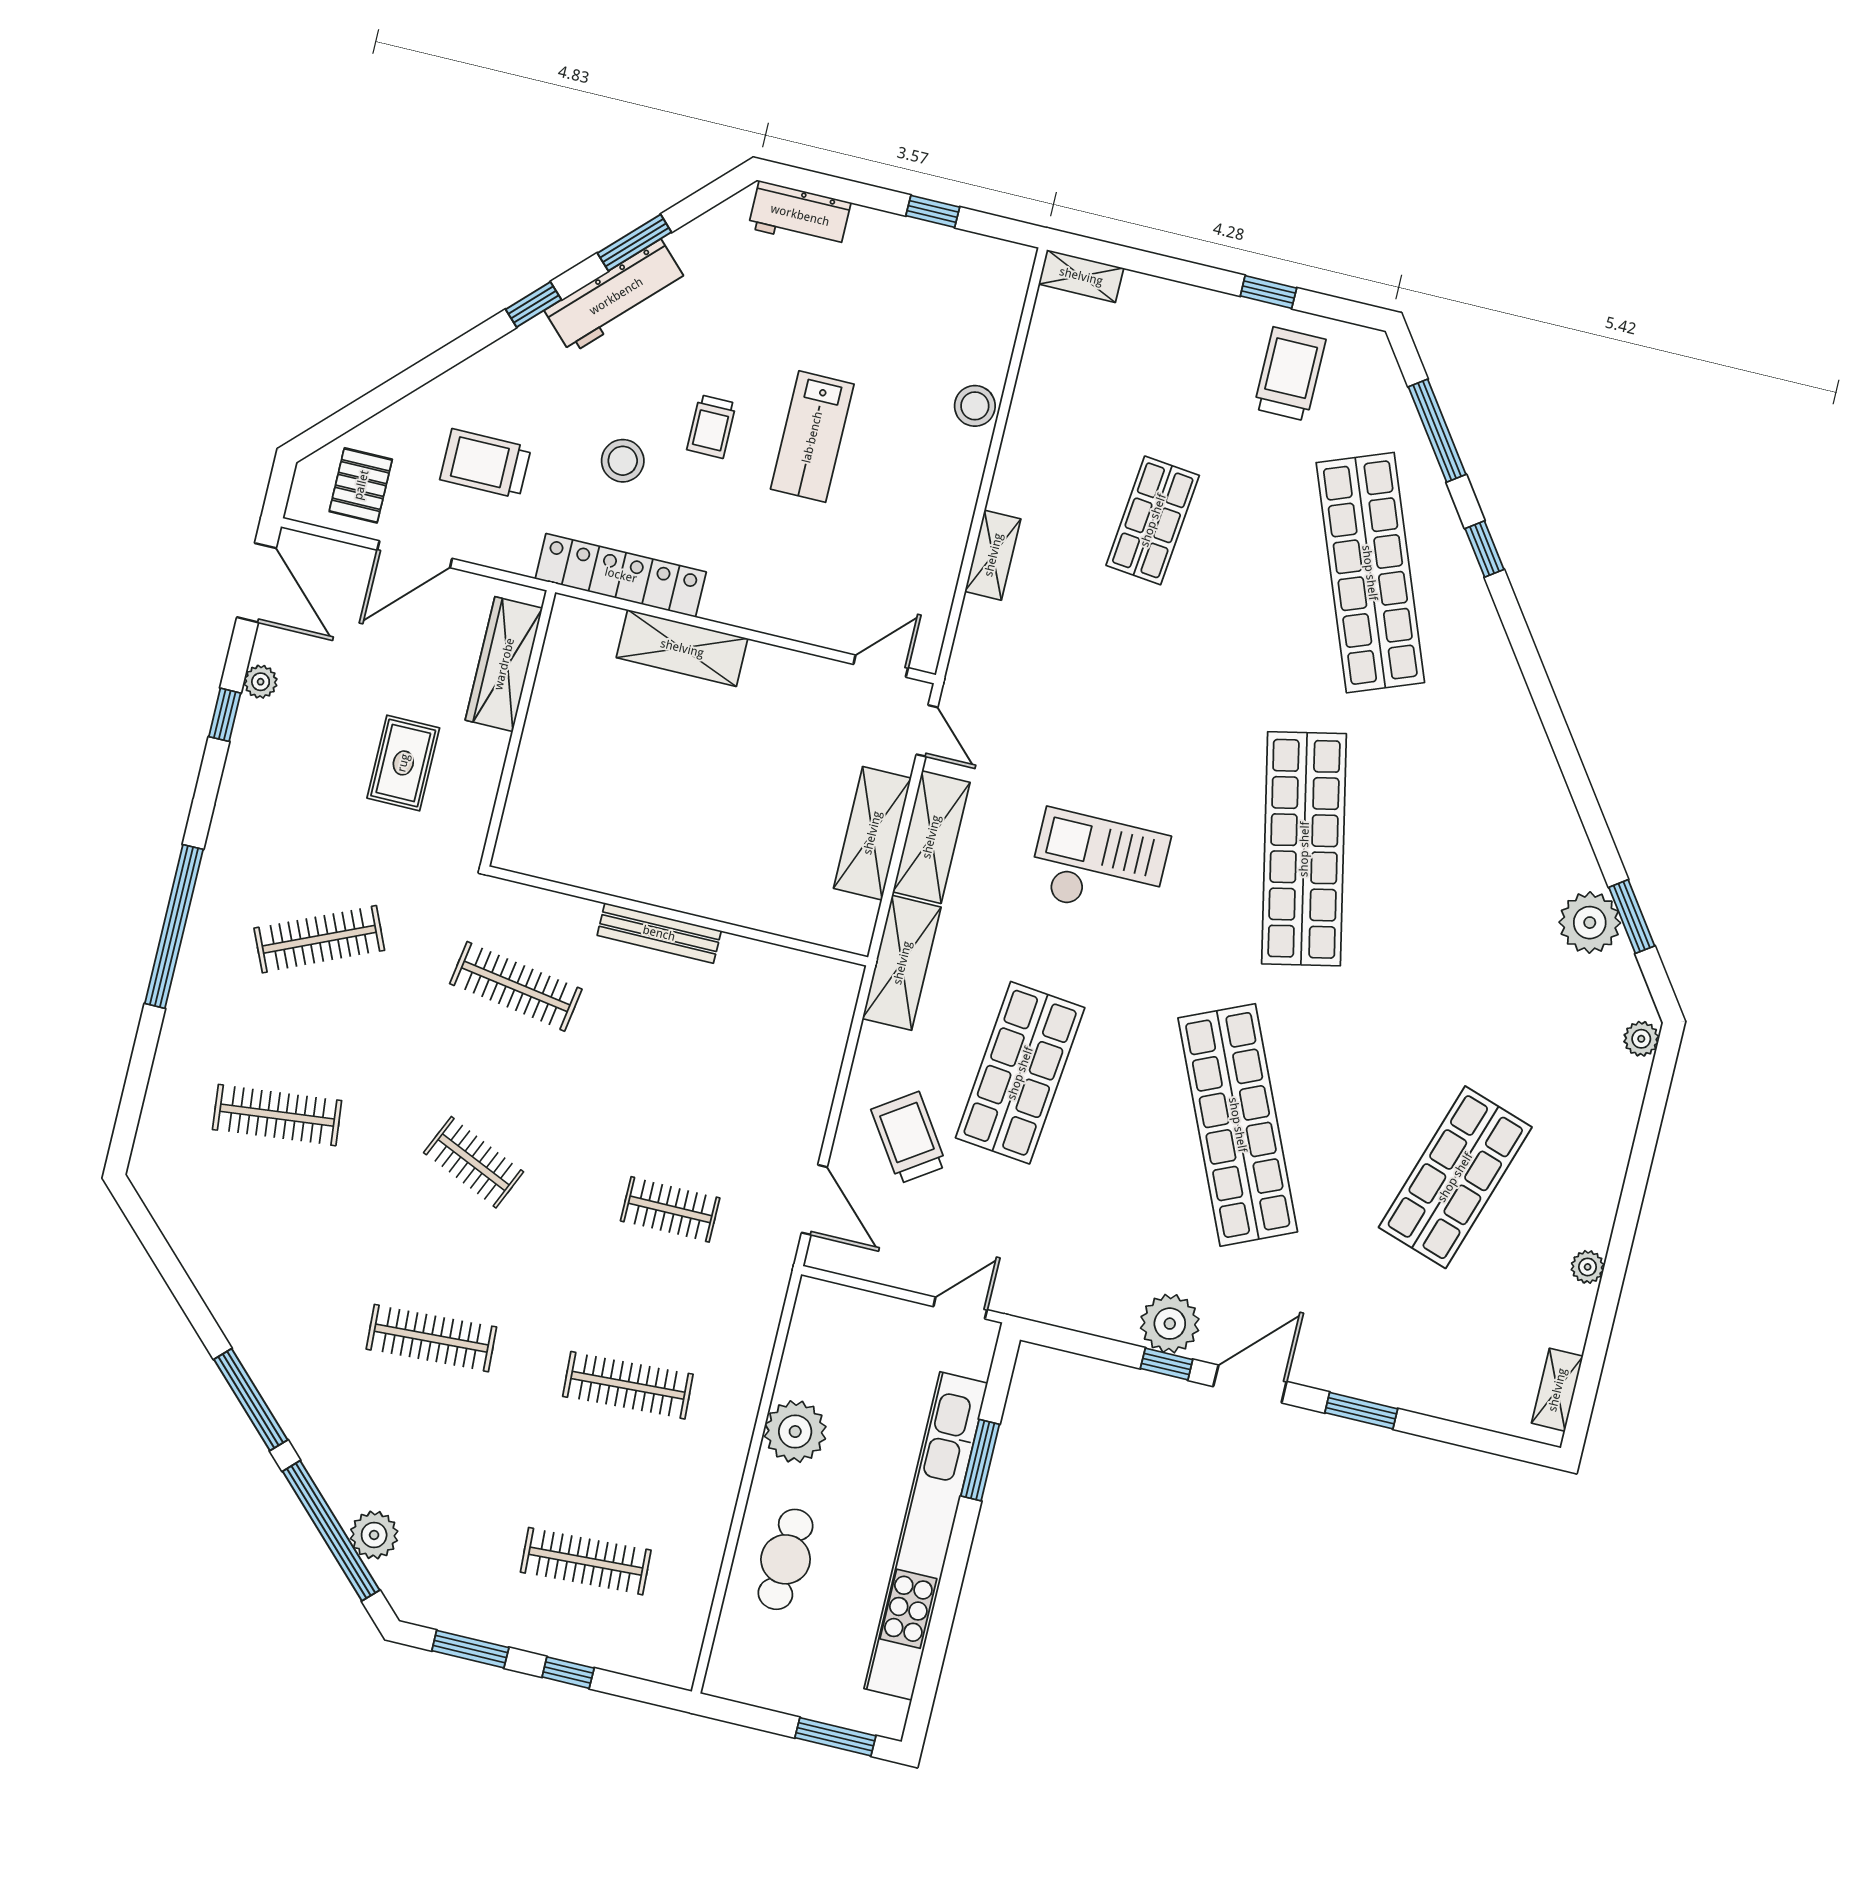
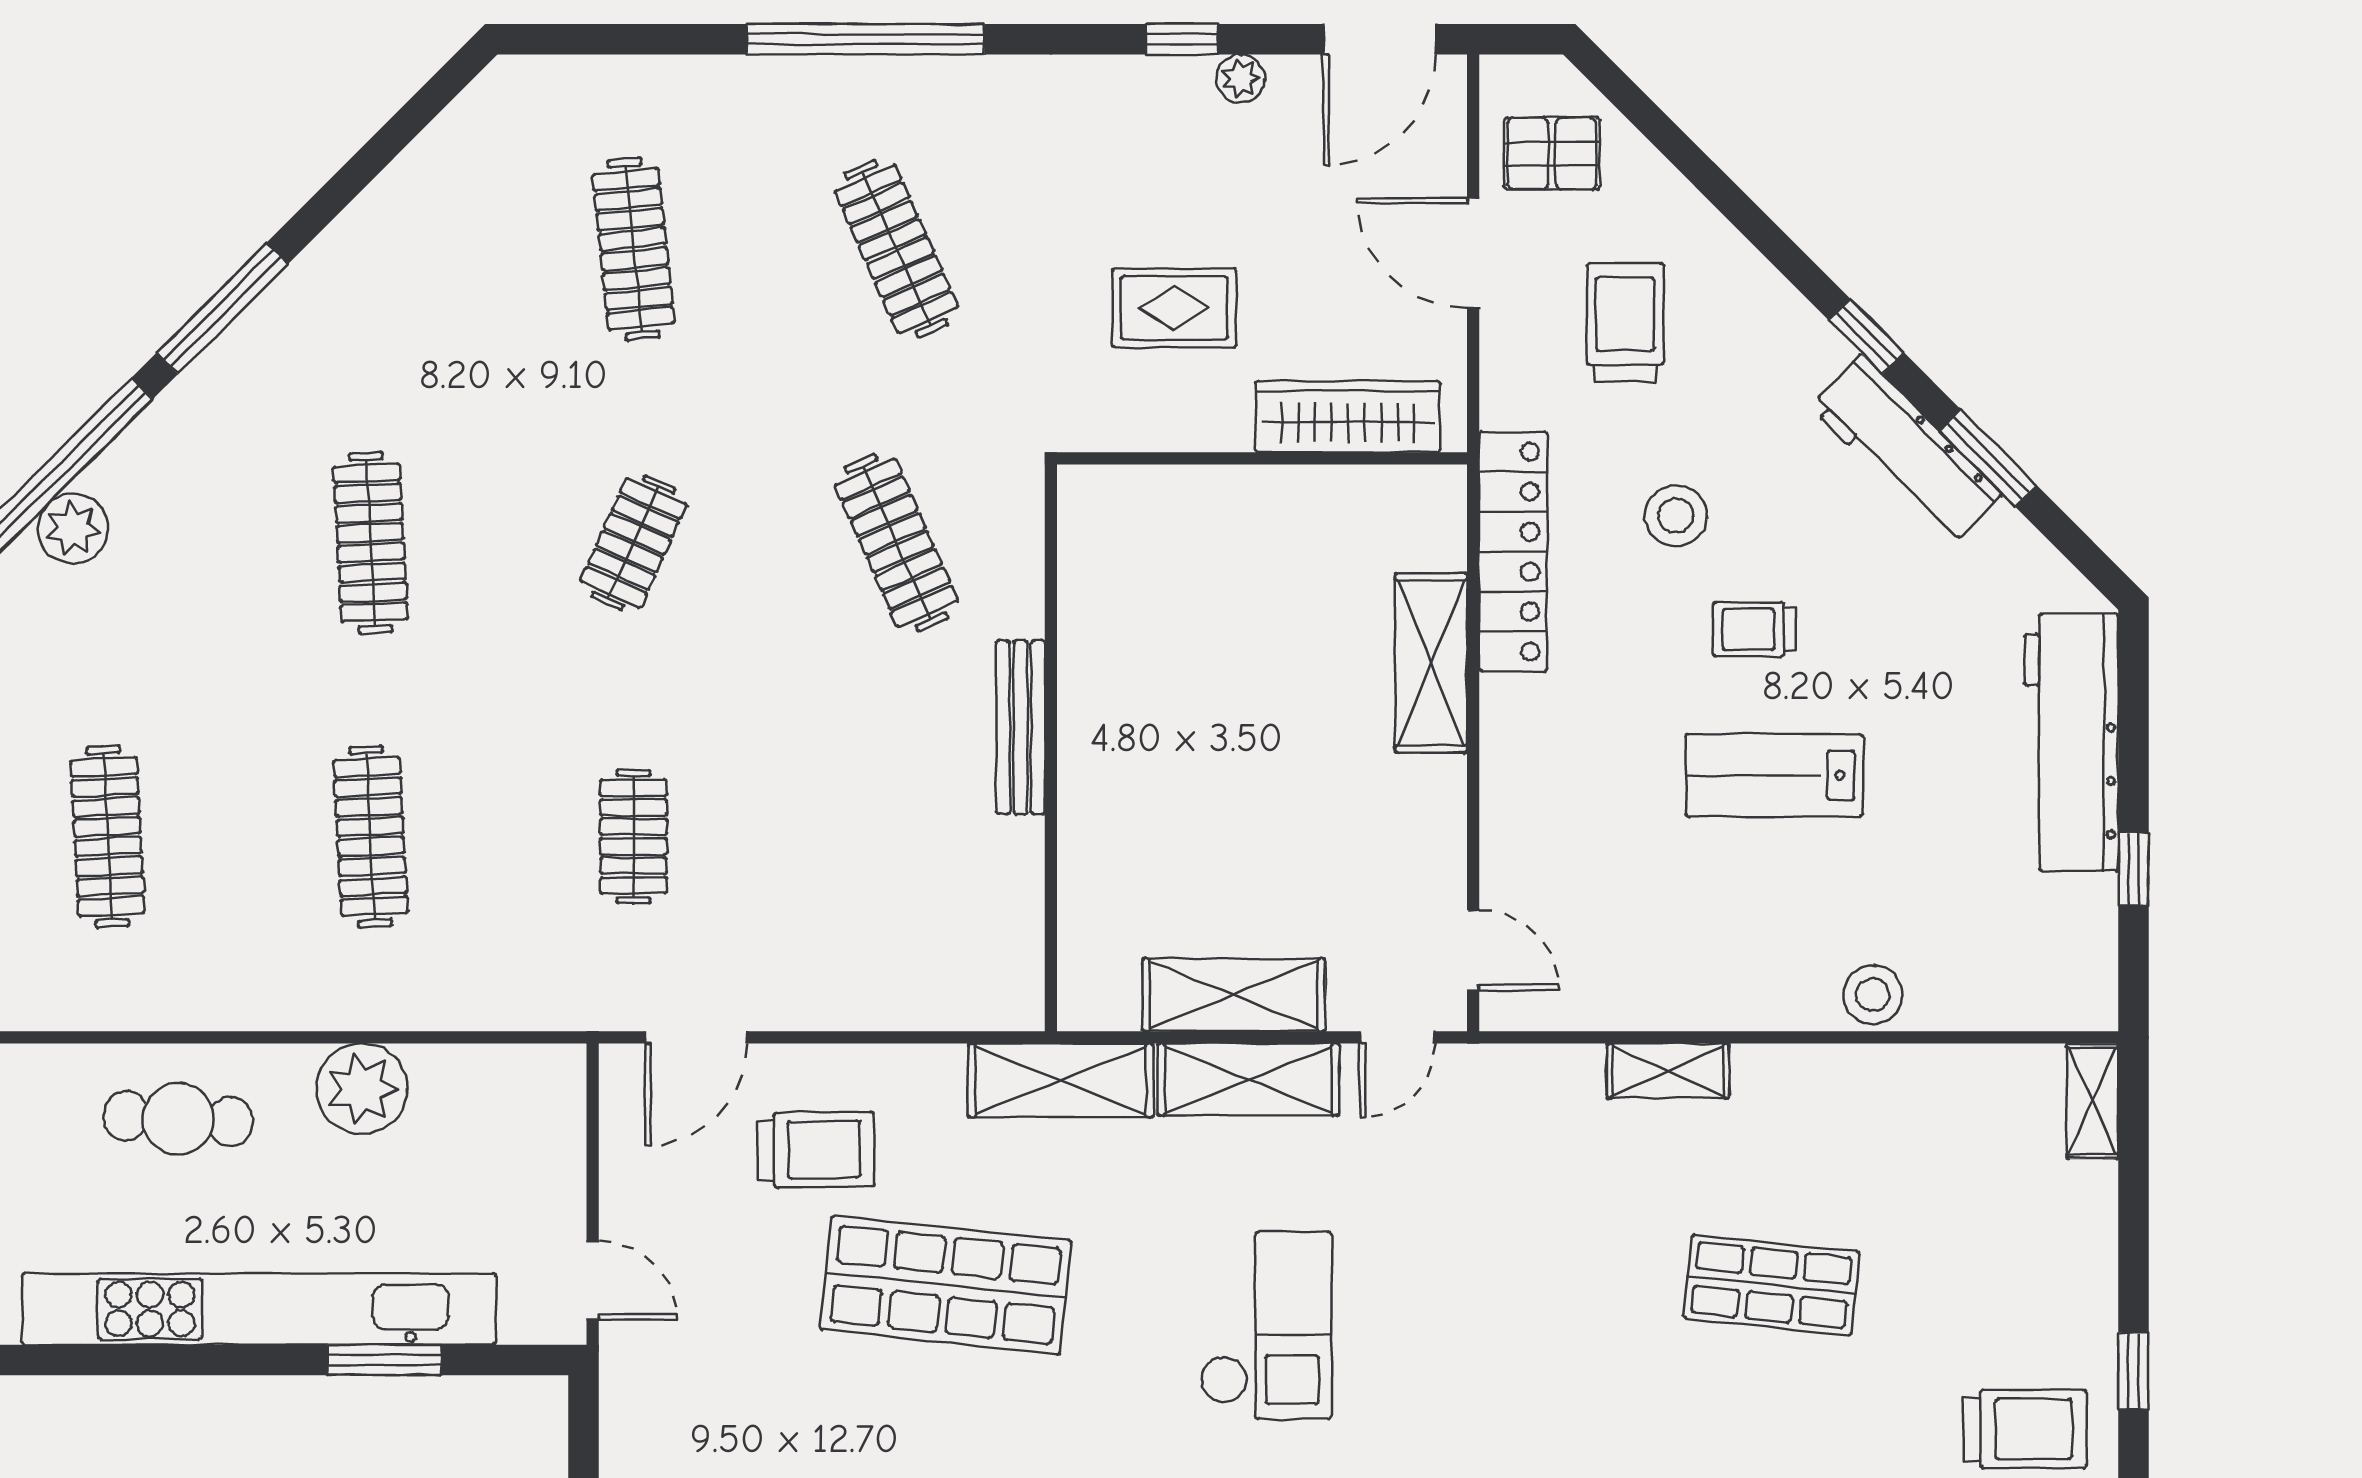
workbench: (800, 215) -> (2071, 742), width x1.88, depth x1.32
clothes rail: (516, 986) -> (897, 543), turned -33
trolley: (909, 1138) -> (816, 1150), turned 33

